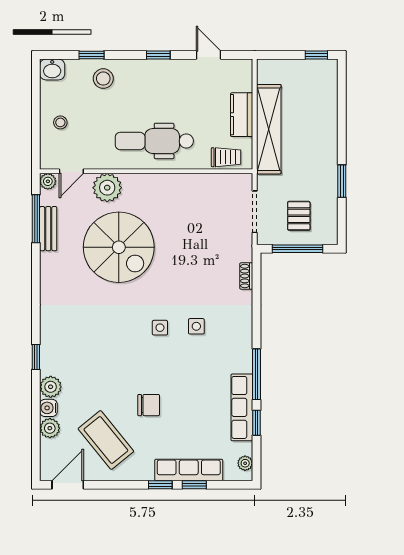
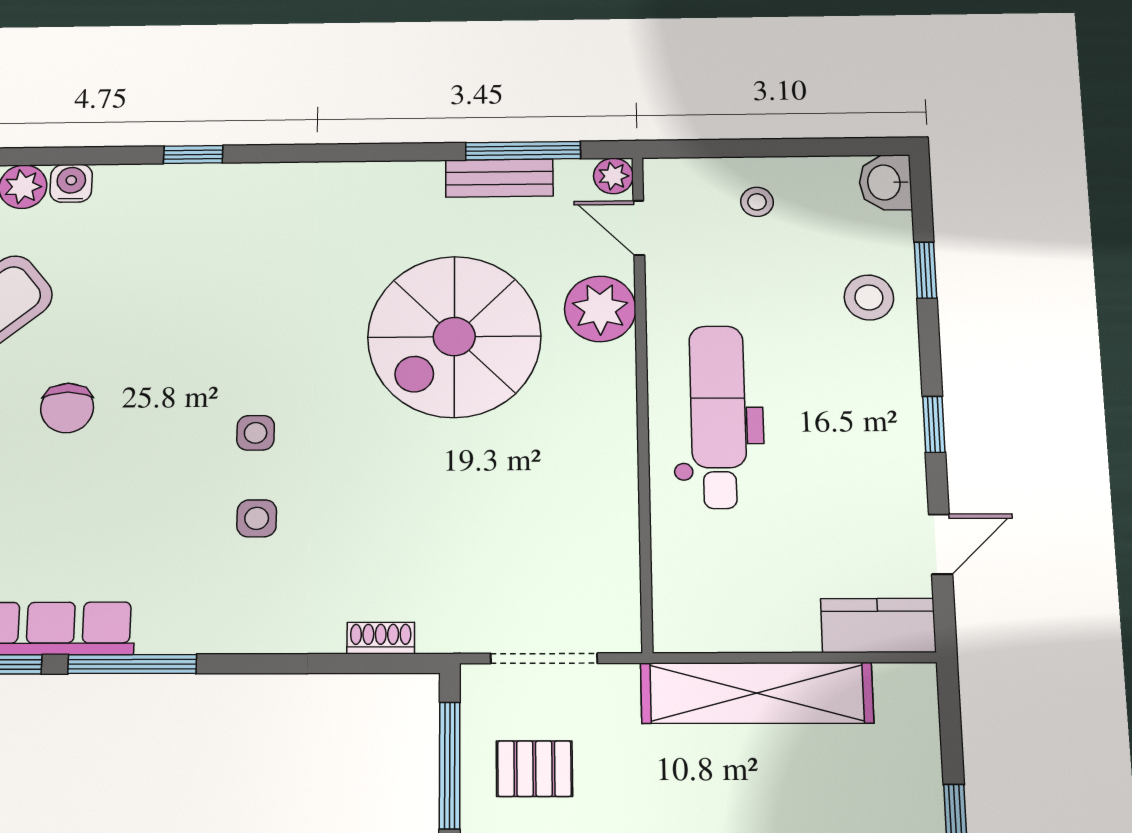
kitchen counter: (242, 115) -> (878, 625), moved
trolley: (226, 157) -> (682, 588), removed
plant: (51, 387) -> (121, 187), removed

